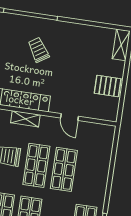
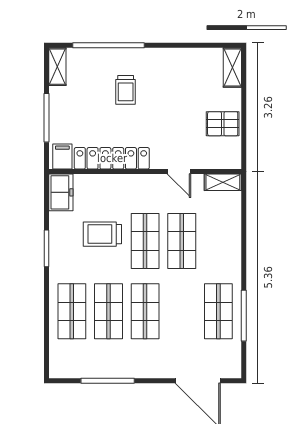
trolley: (38, 50) -> (126, 90), turned -147
shelving: (25, 119) -> (223, 182), moved

